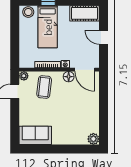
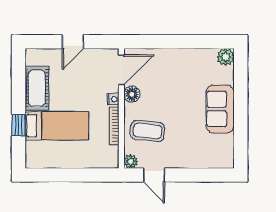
stool: (28, 12) -> (35, 155), removed
cot: (84, 13) -> (37, 88), moved
sofa: (35, 135) -> (220, 109), moved

